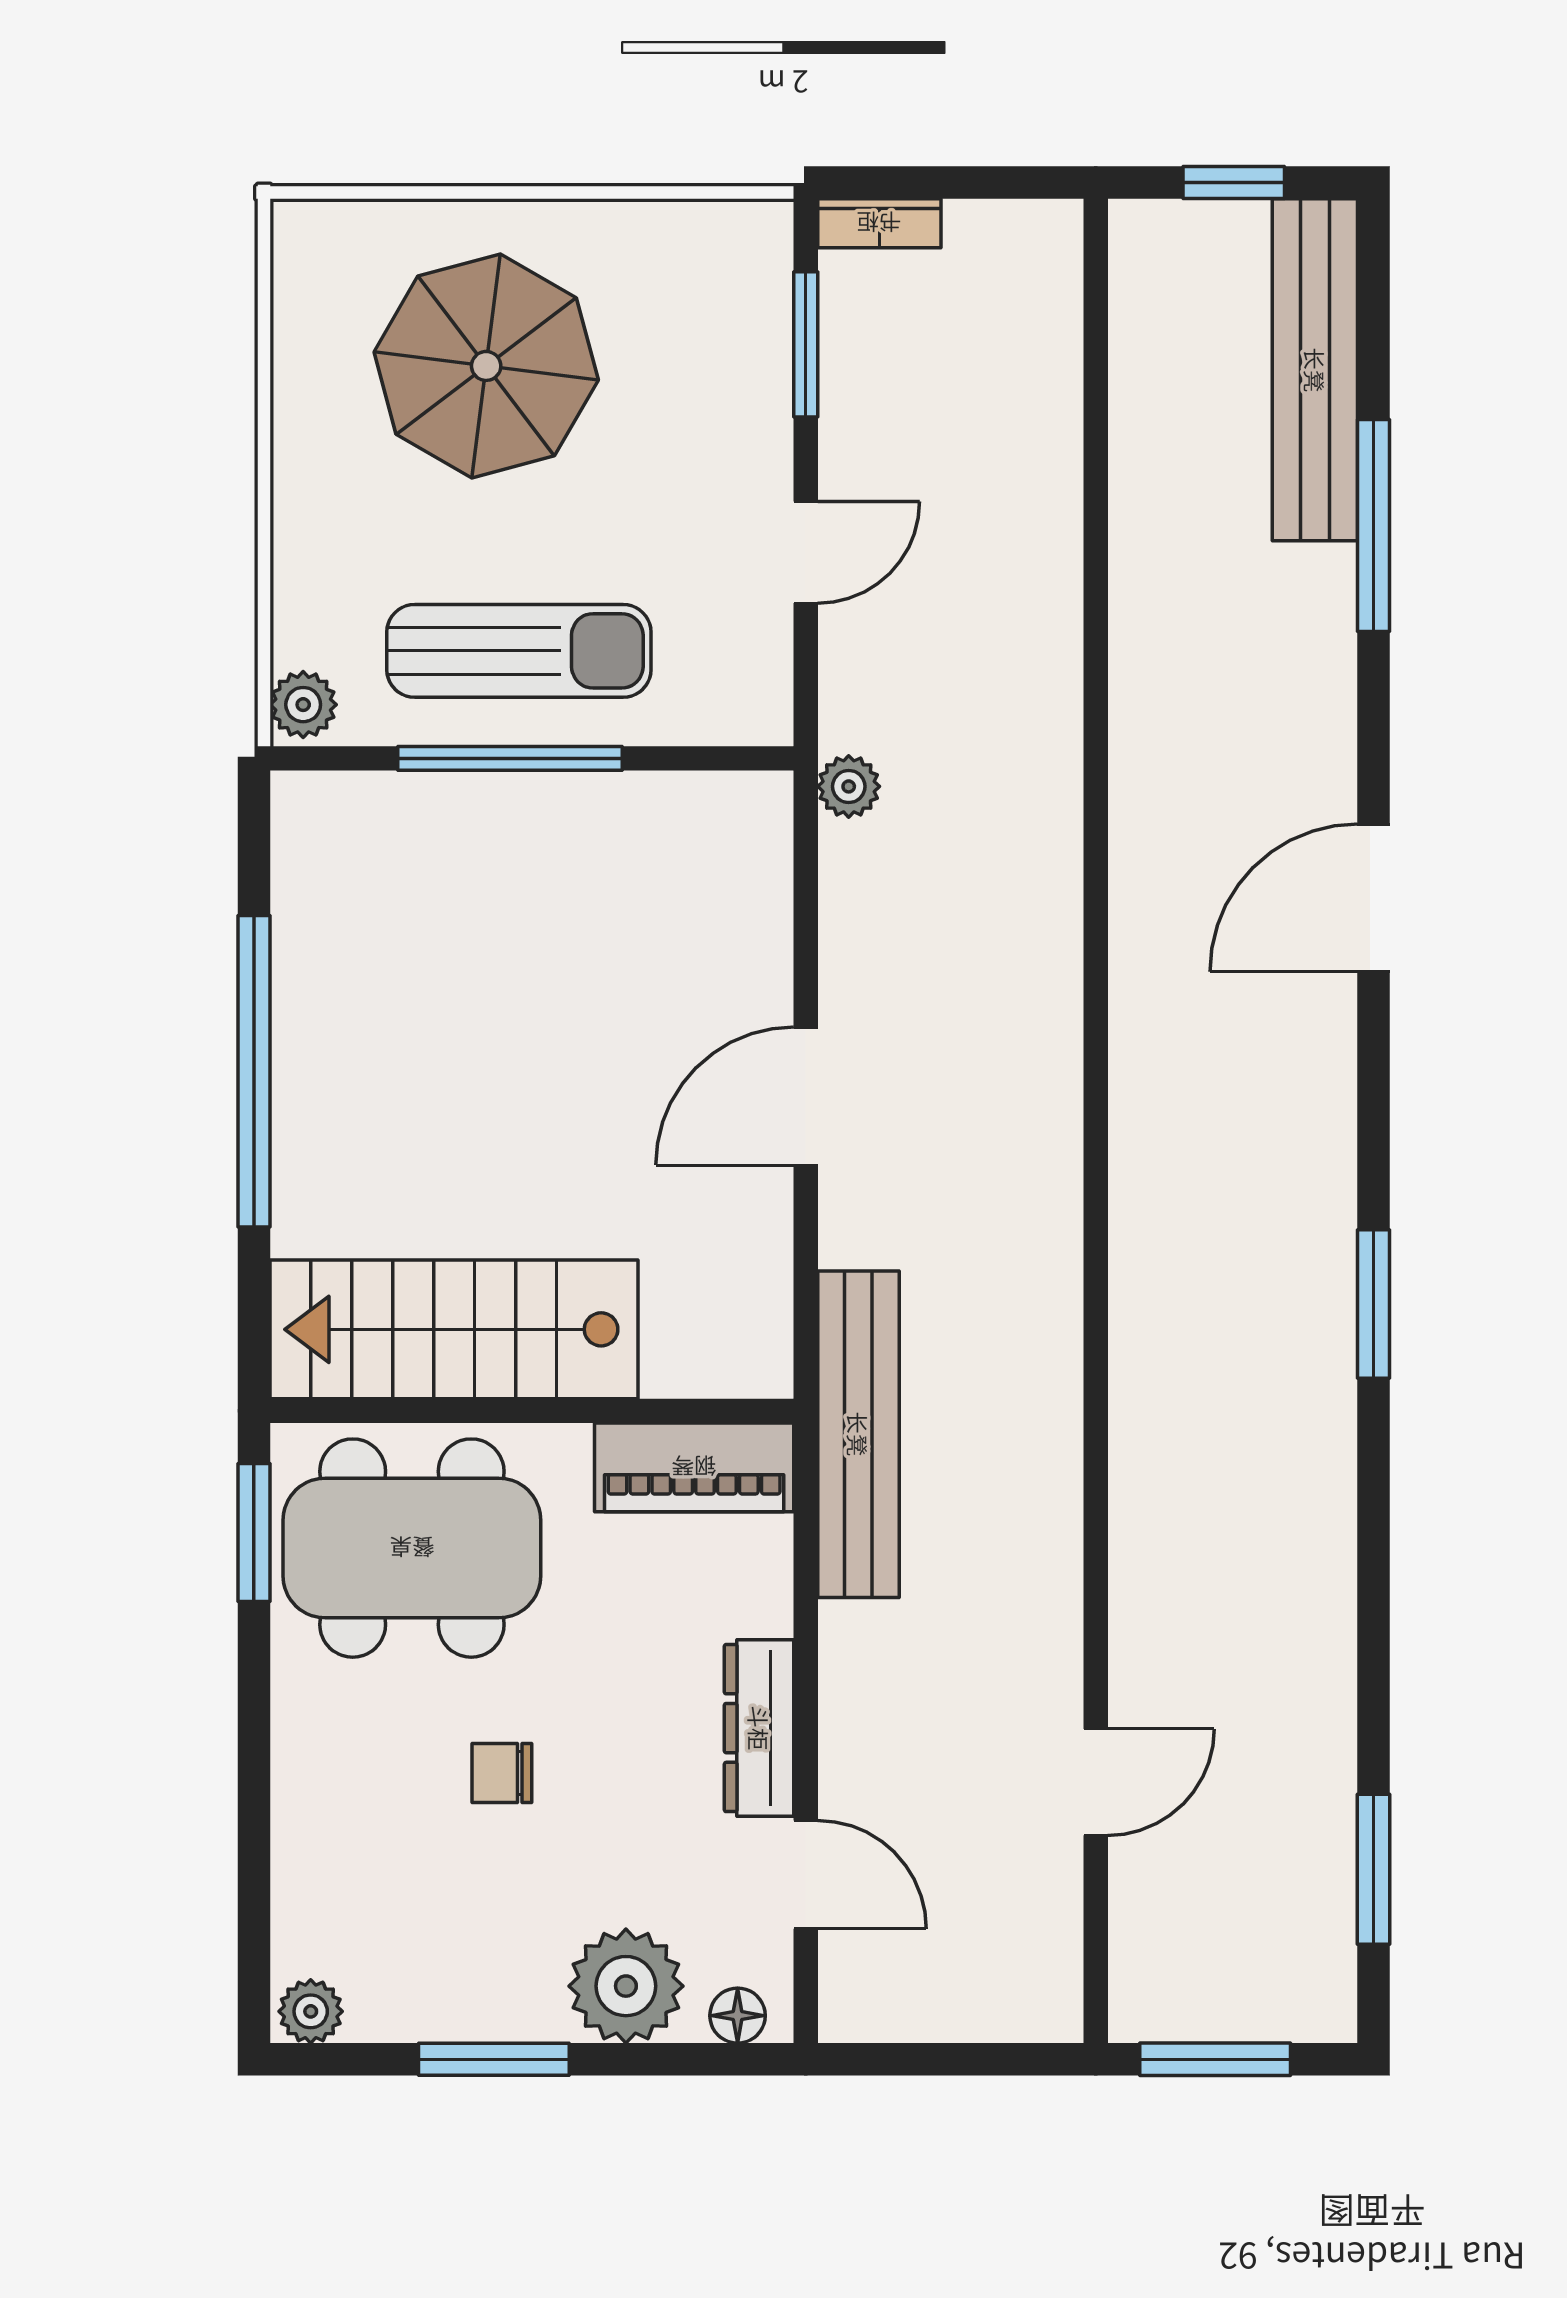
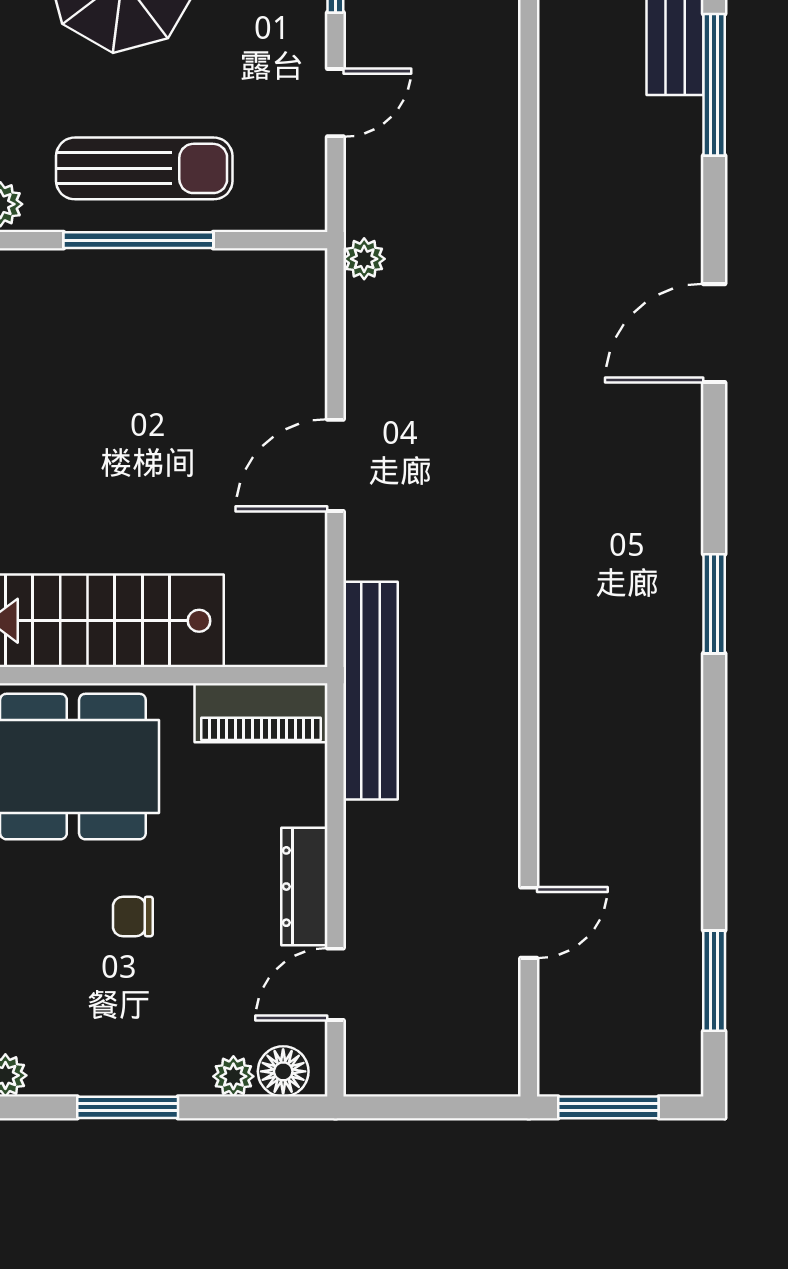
door: (806, 1875) -> (335, 984), swing flipped
plant: (626, 1986) -> (233, 1076), width x0.53, depth x0.53
floor lamp: (738, 2016) -> (283, 1071), width x1.37, depth x1.37

